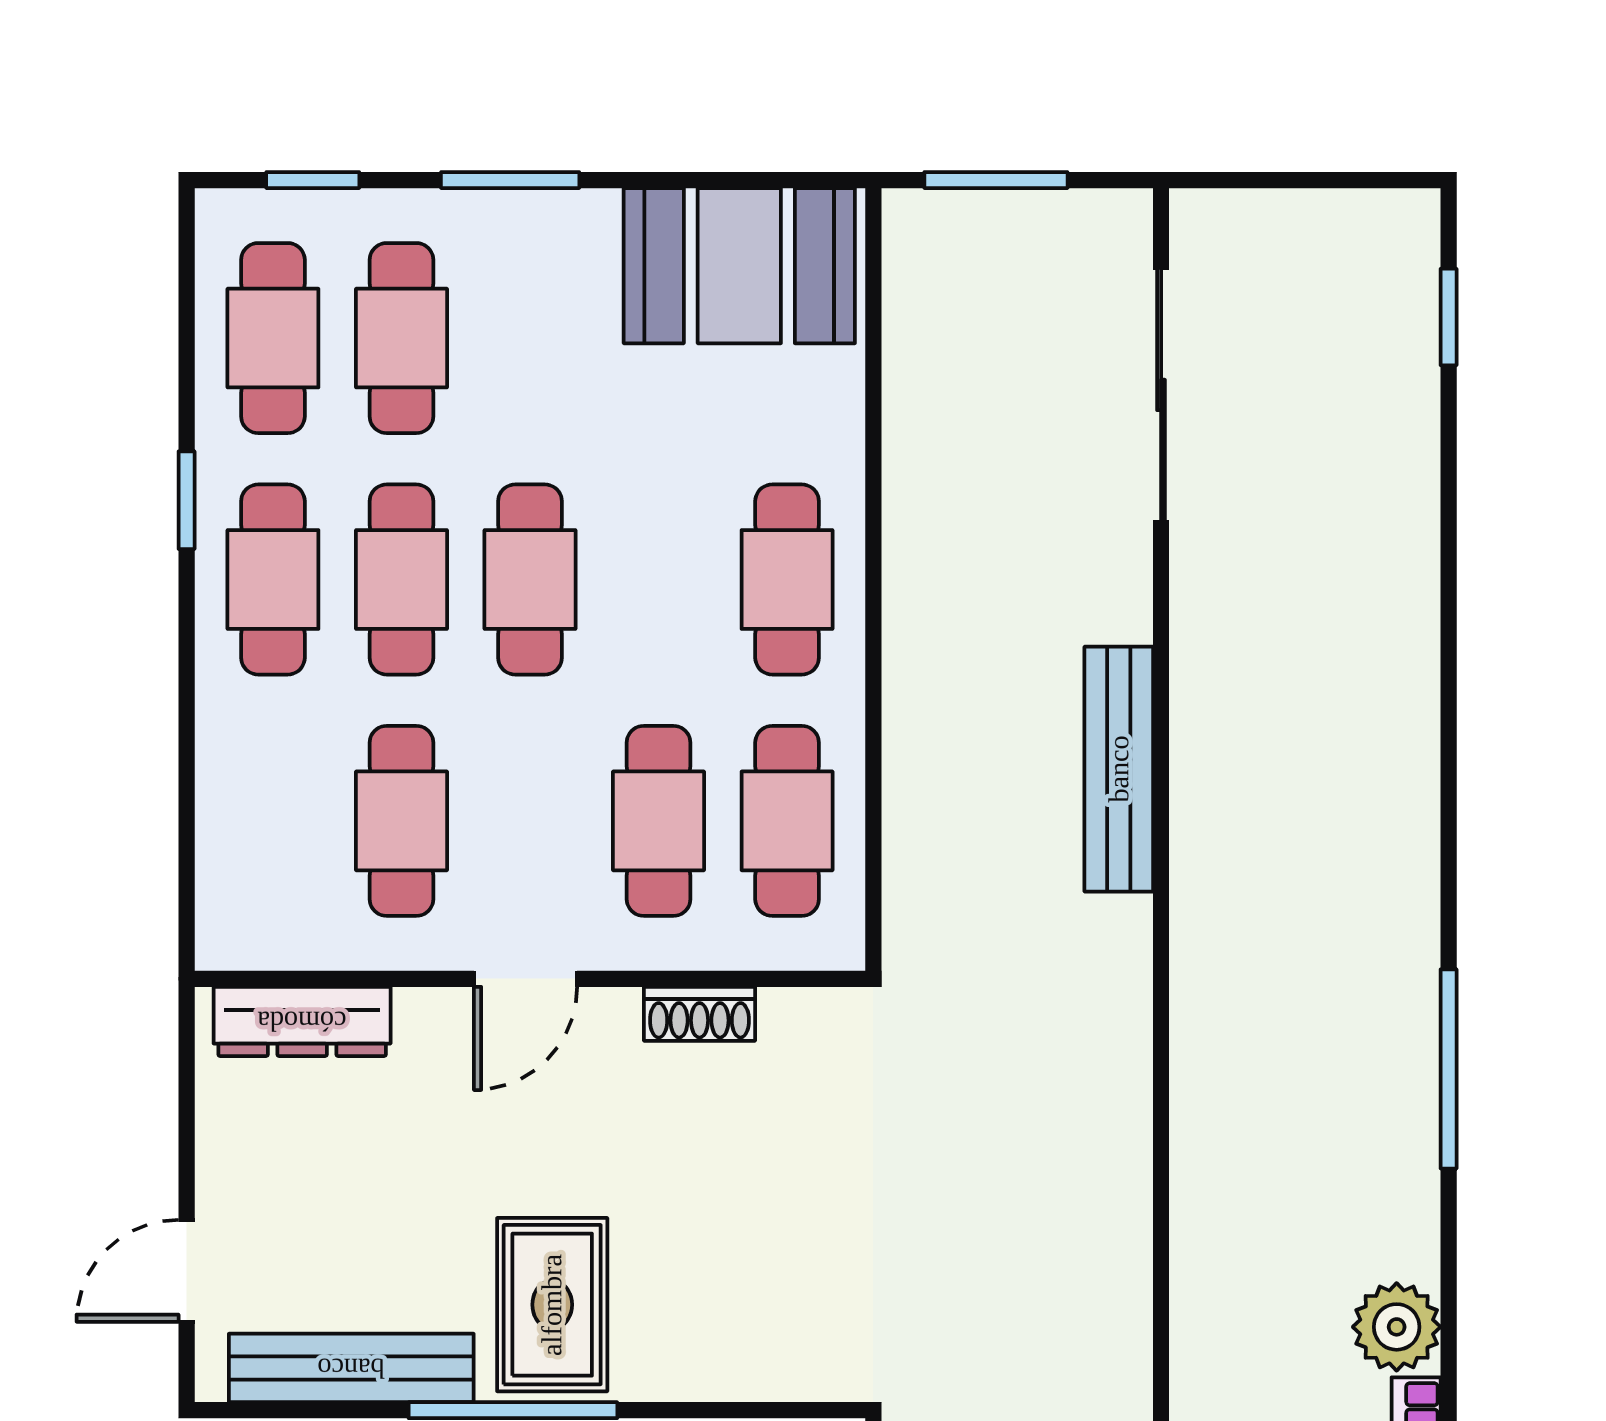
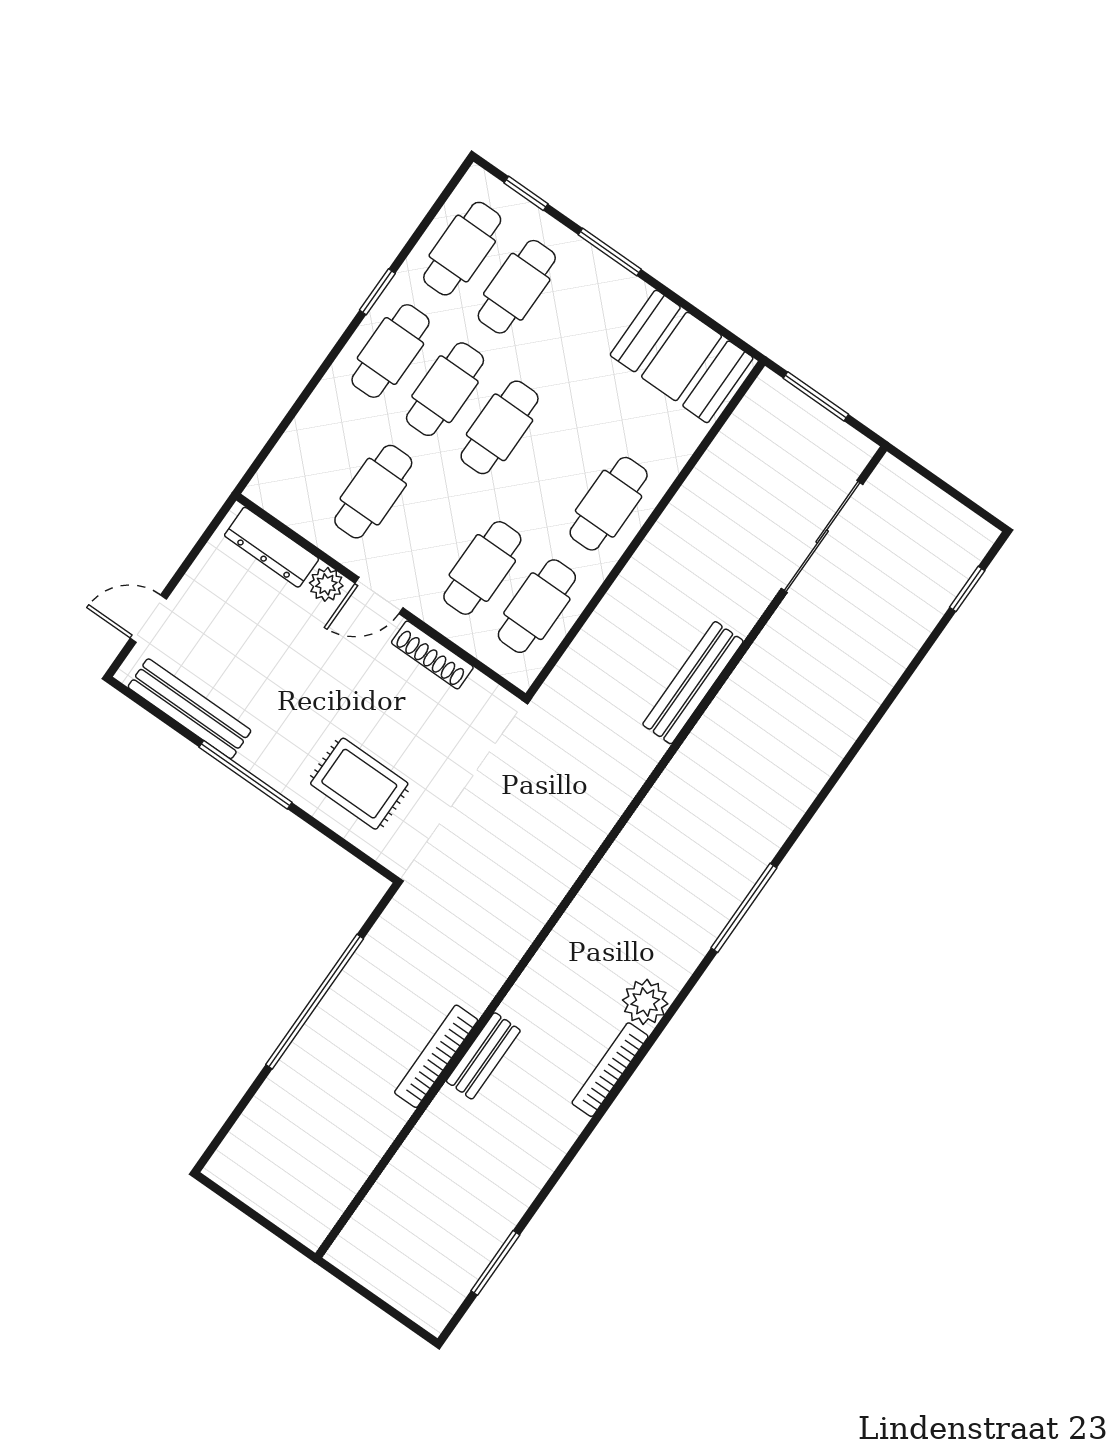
shoe rack: (700, 1014) -> (432, 655), width x1.43
plant: (430, 1020) -> (326, 584), added
rug: (552, 1305) -> (359, 784), moved, turned 90

